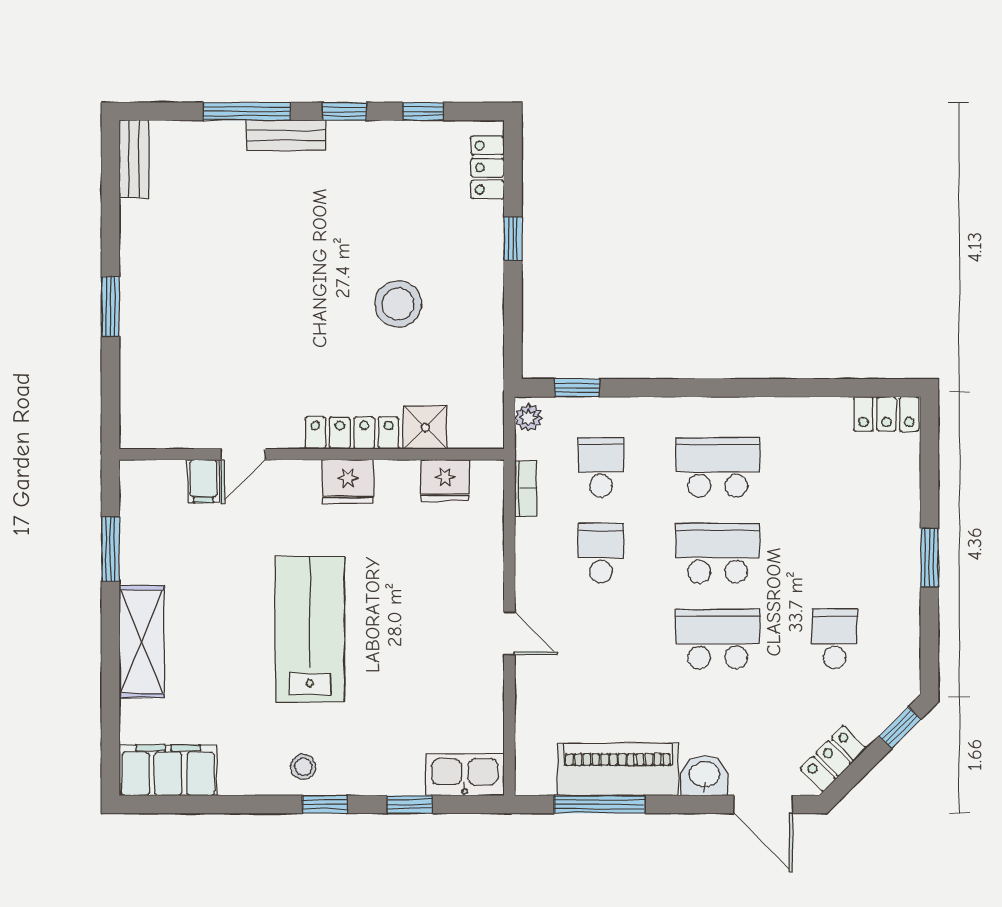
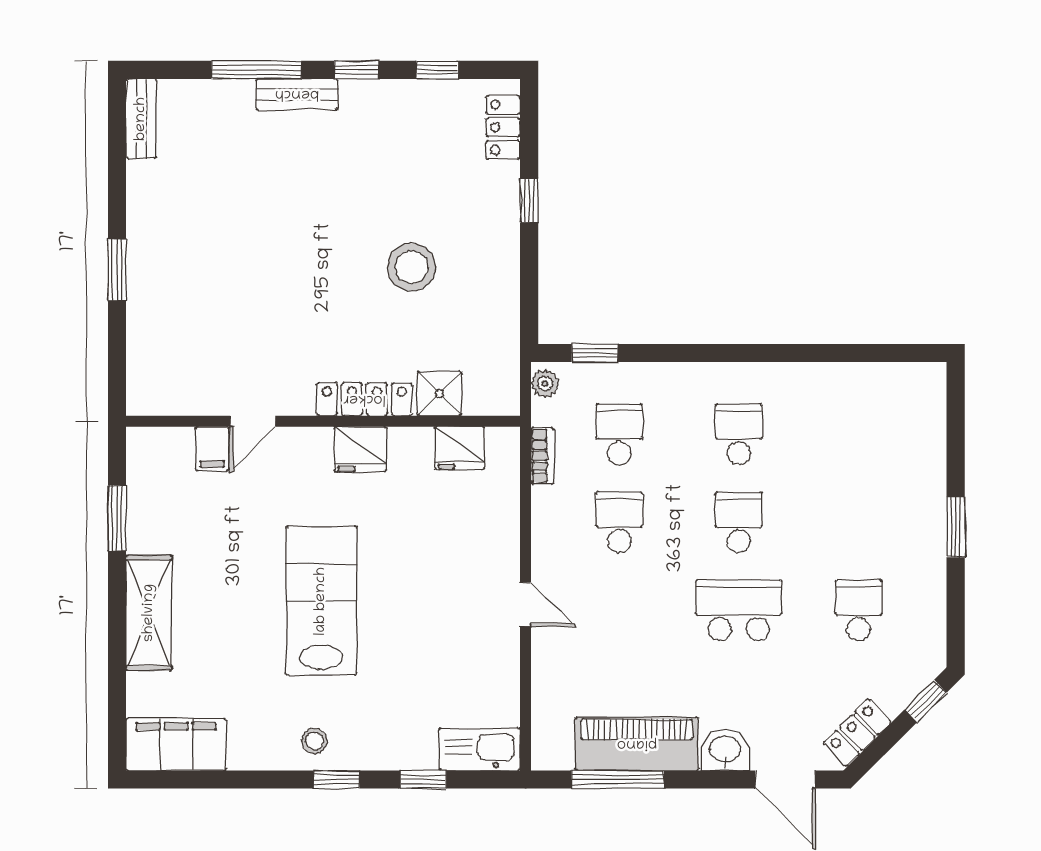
locker: (886, 414) -> (911, 380), removed
school desk: (718, 467) -> (739, 434), width x0.54
school desk: (718, 553) -> (739, 522), width x0.54

